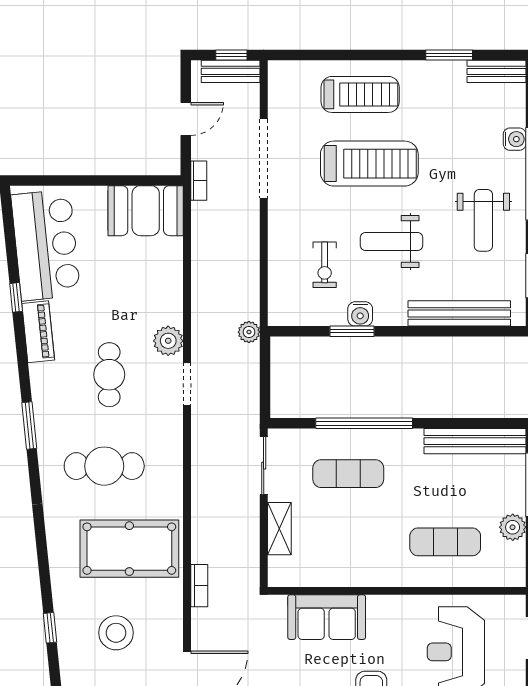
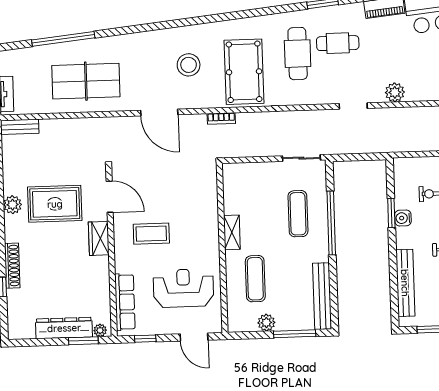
plant: (249, 332) -> (389, 146), removed
plant: (168, 341) -> (395, 92), moved
cafe table: (109, 375) -> (338, 43), moved
shelving: (279, 529) -> (232, 232), moved, turned 90
sofa: (327, 617) -> (203, 203), removed
window: (50, 628) -> (190, 22), removed

